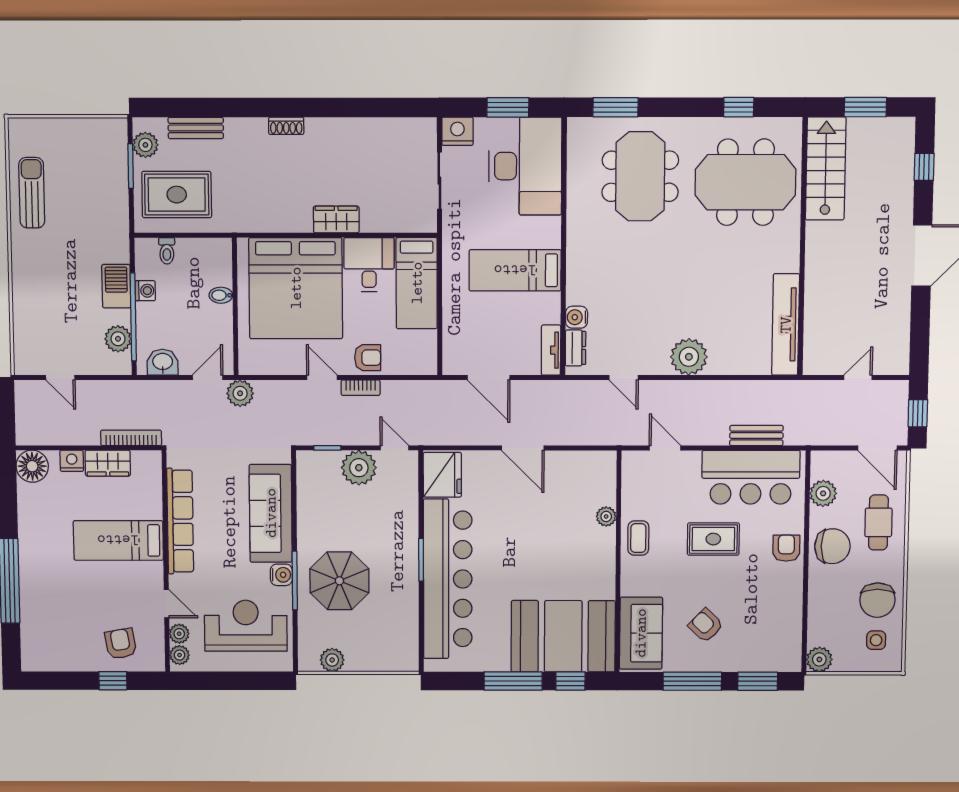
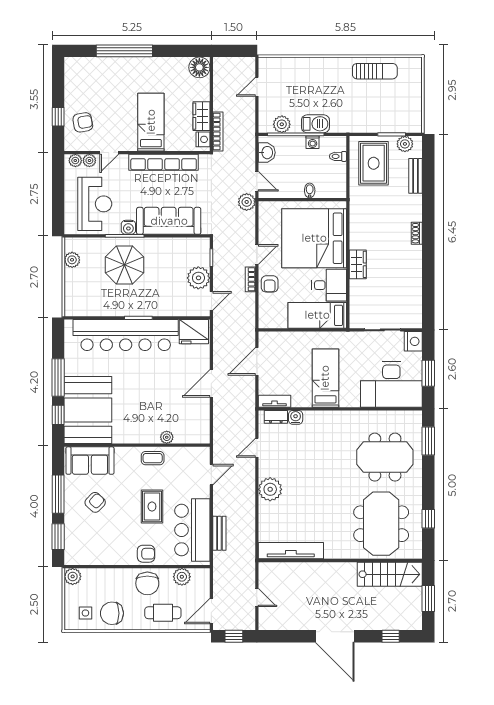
nightstand: (72, 461) -> (203, 139), moved

